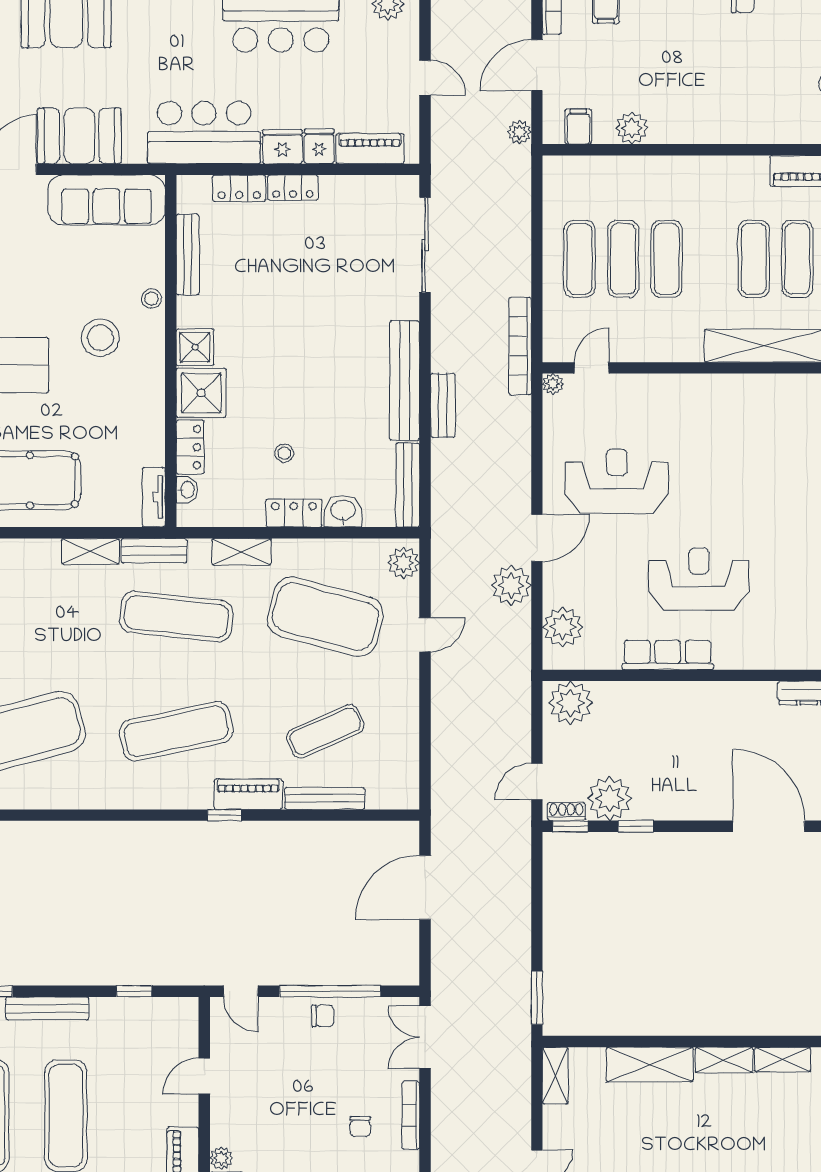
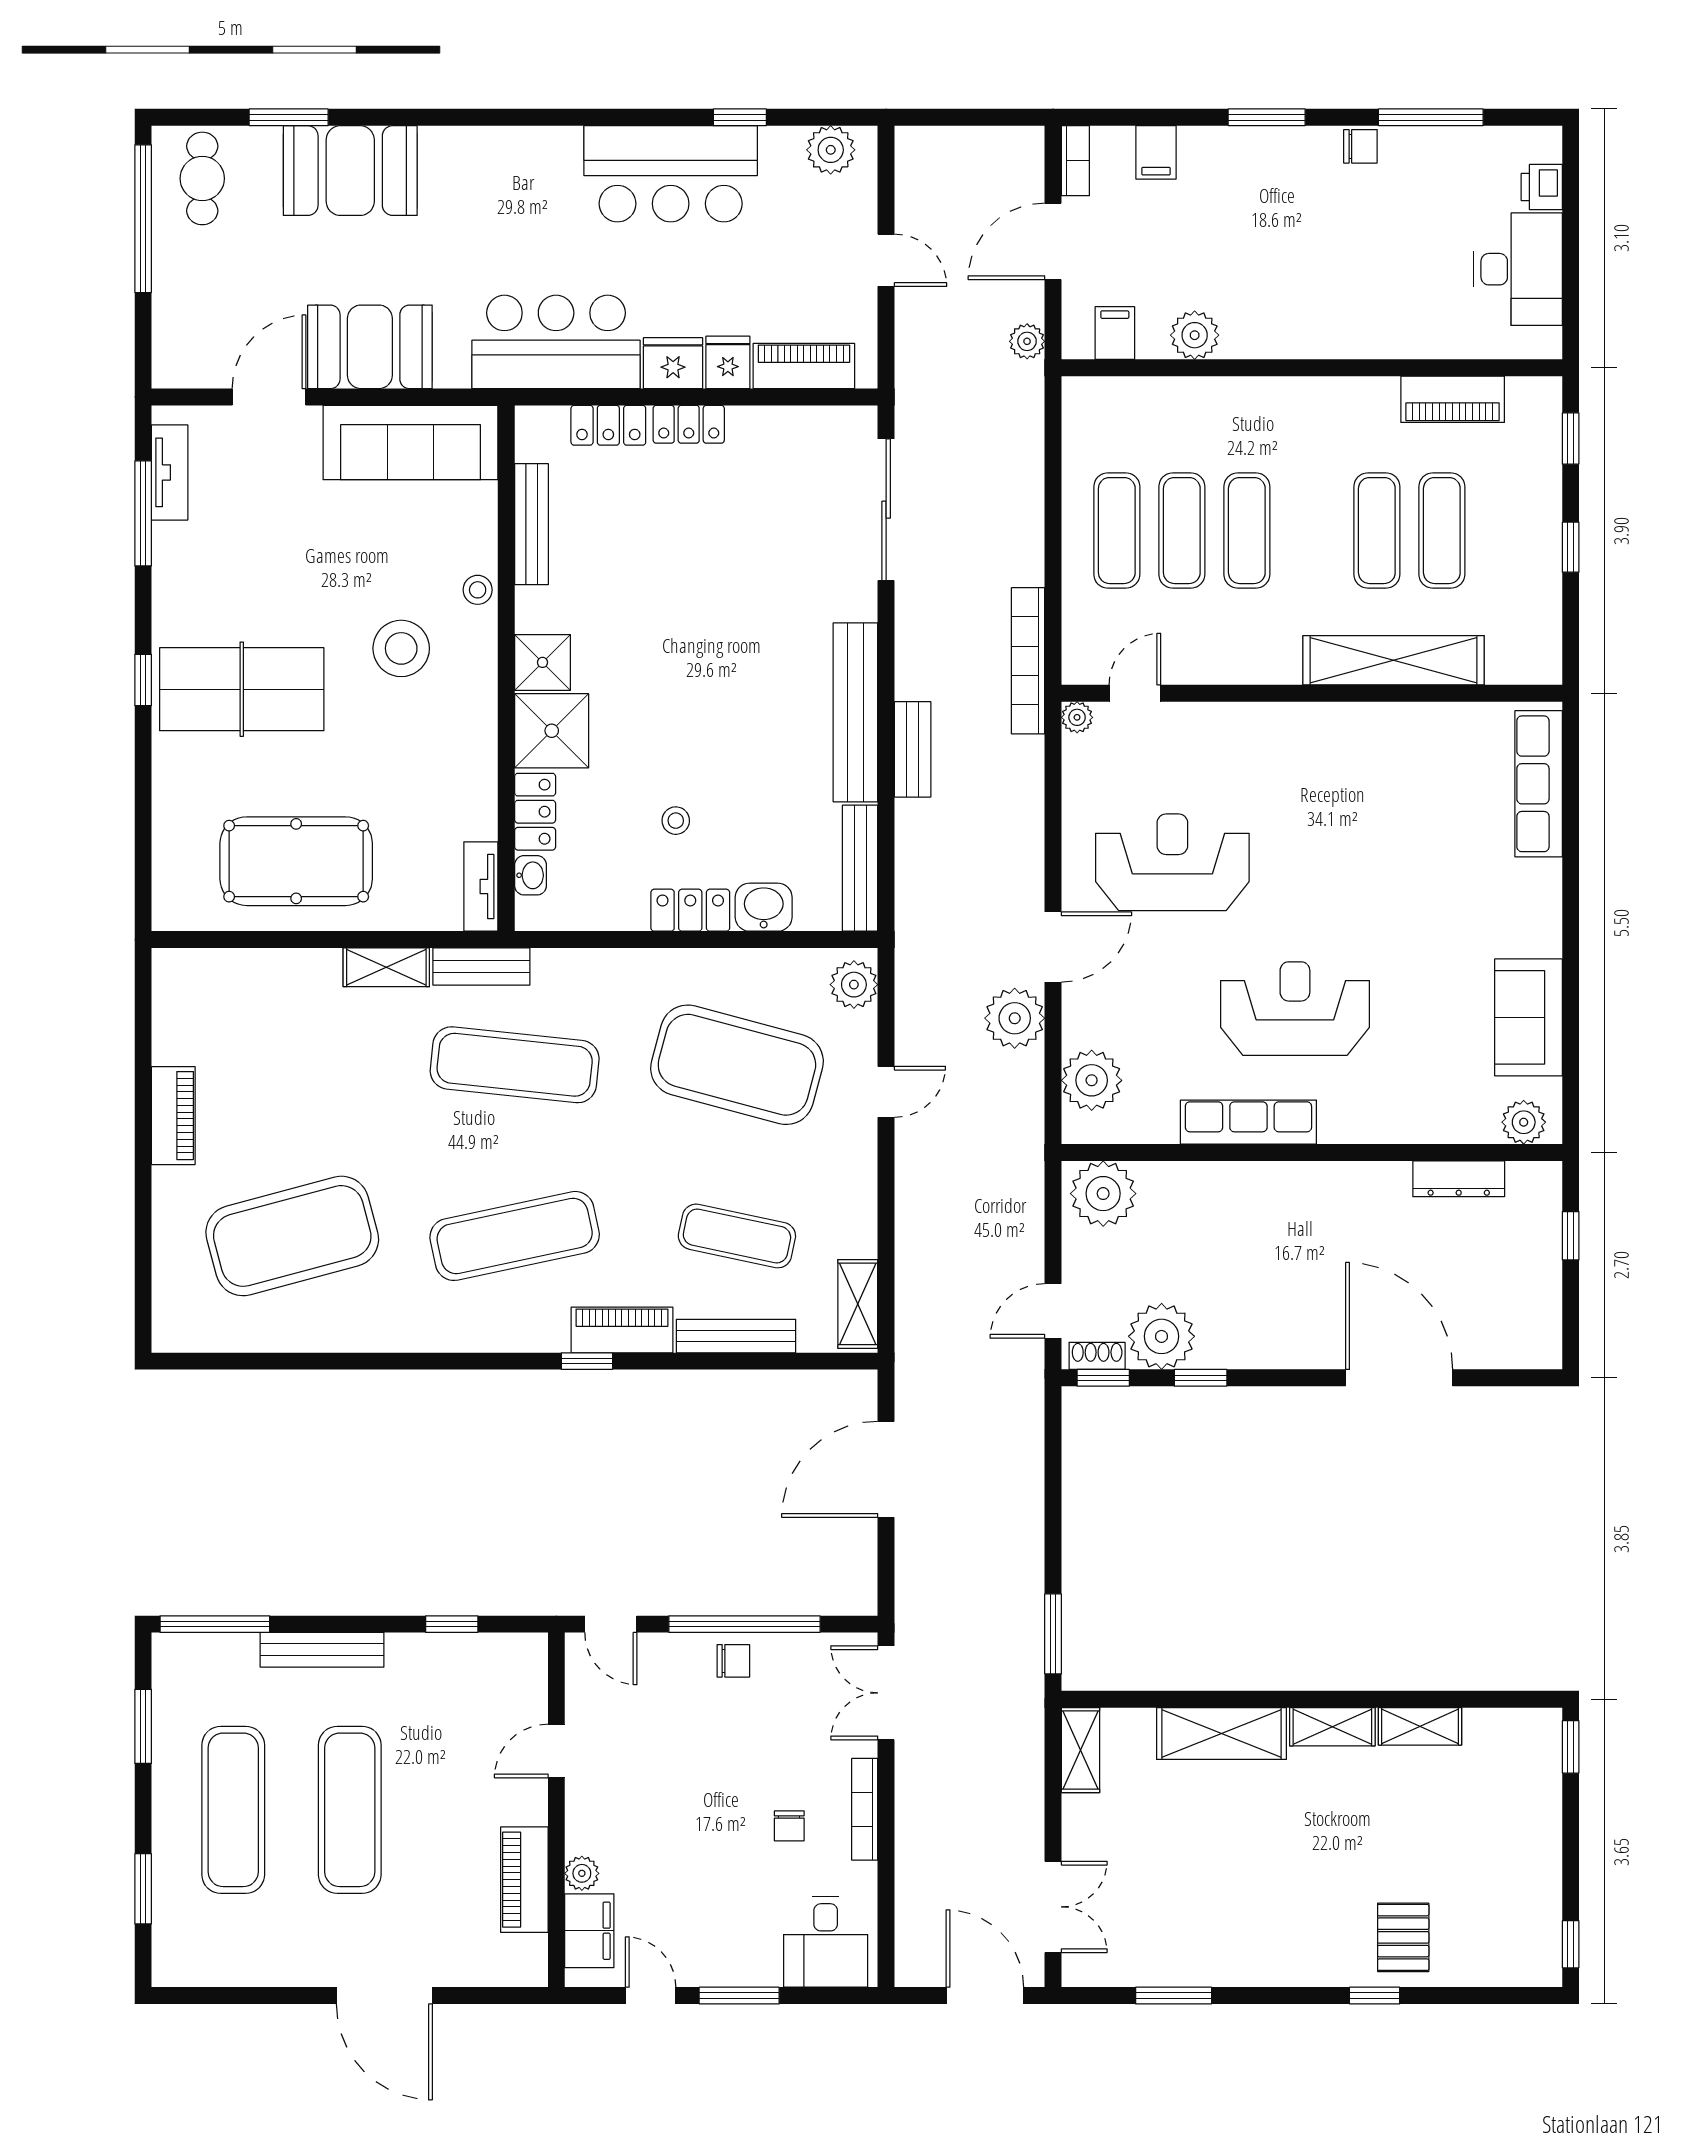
shelving: (242, 552) -> (858, 1304), moved, turned 90
exercise mat: (325, 731) -> (737, 1236), turned 36

